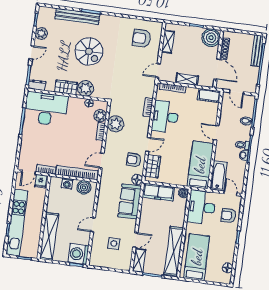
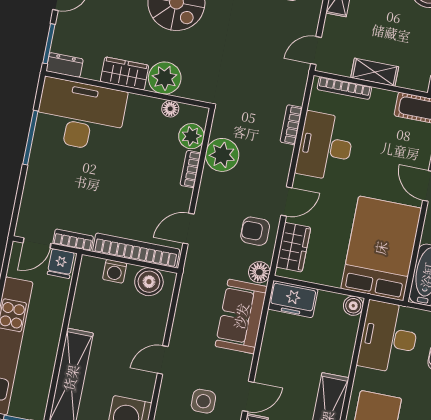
bed: (200, 165) -> (381, 248), width x1.50
freezer: (158, 192) -> (293, 299), width x0.71

